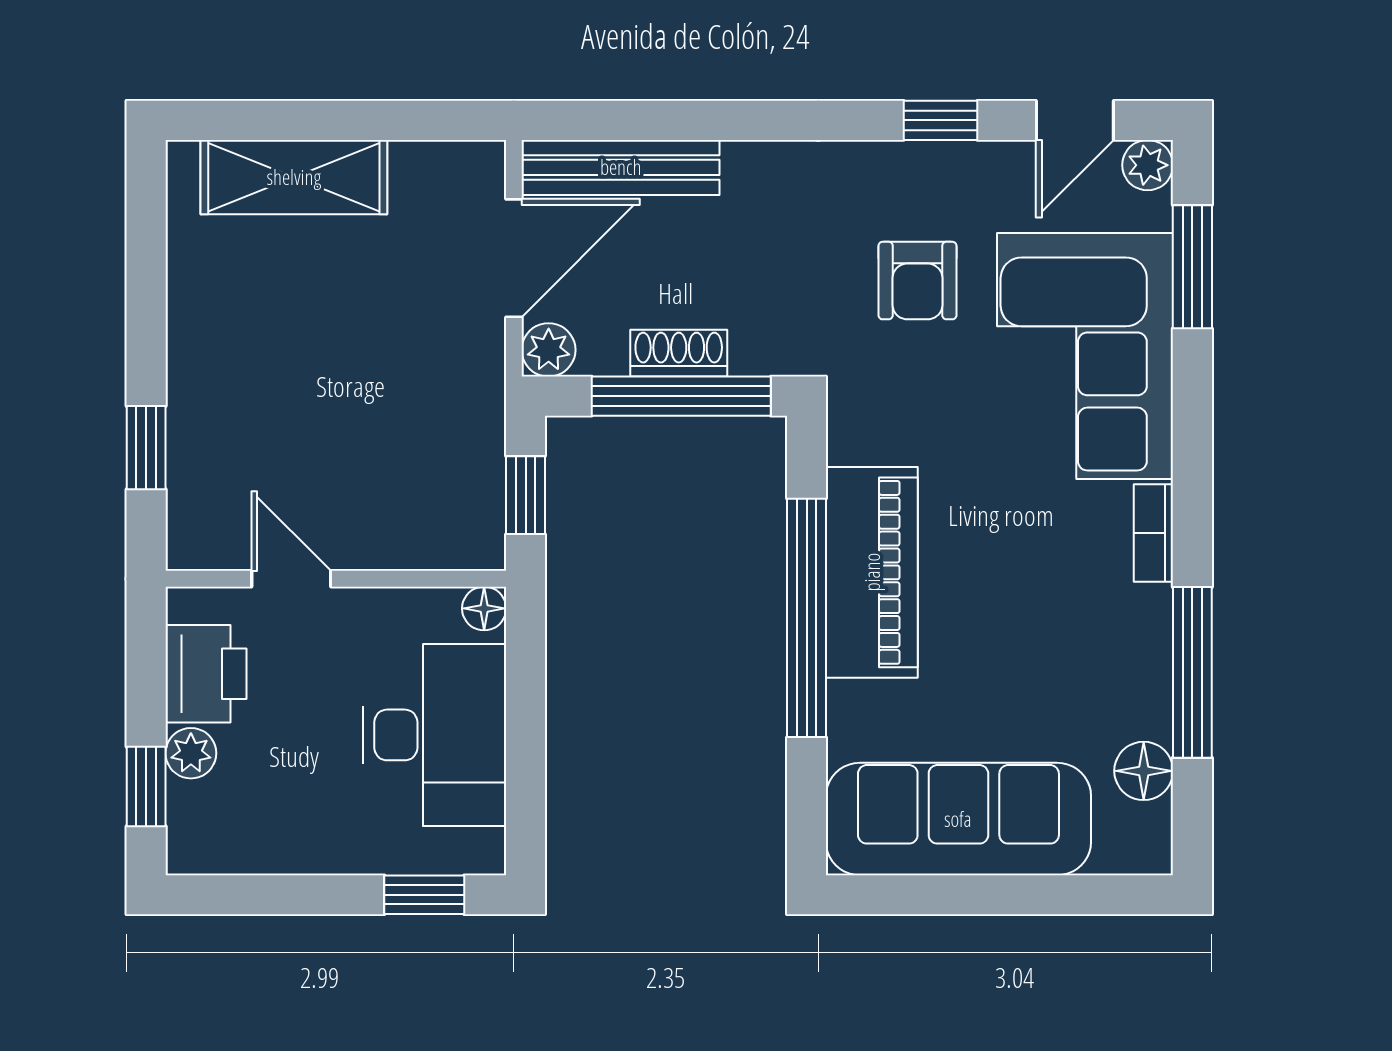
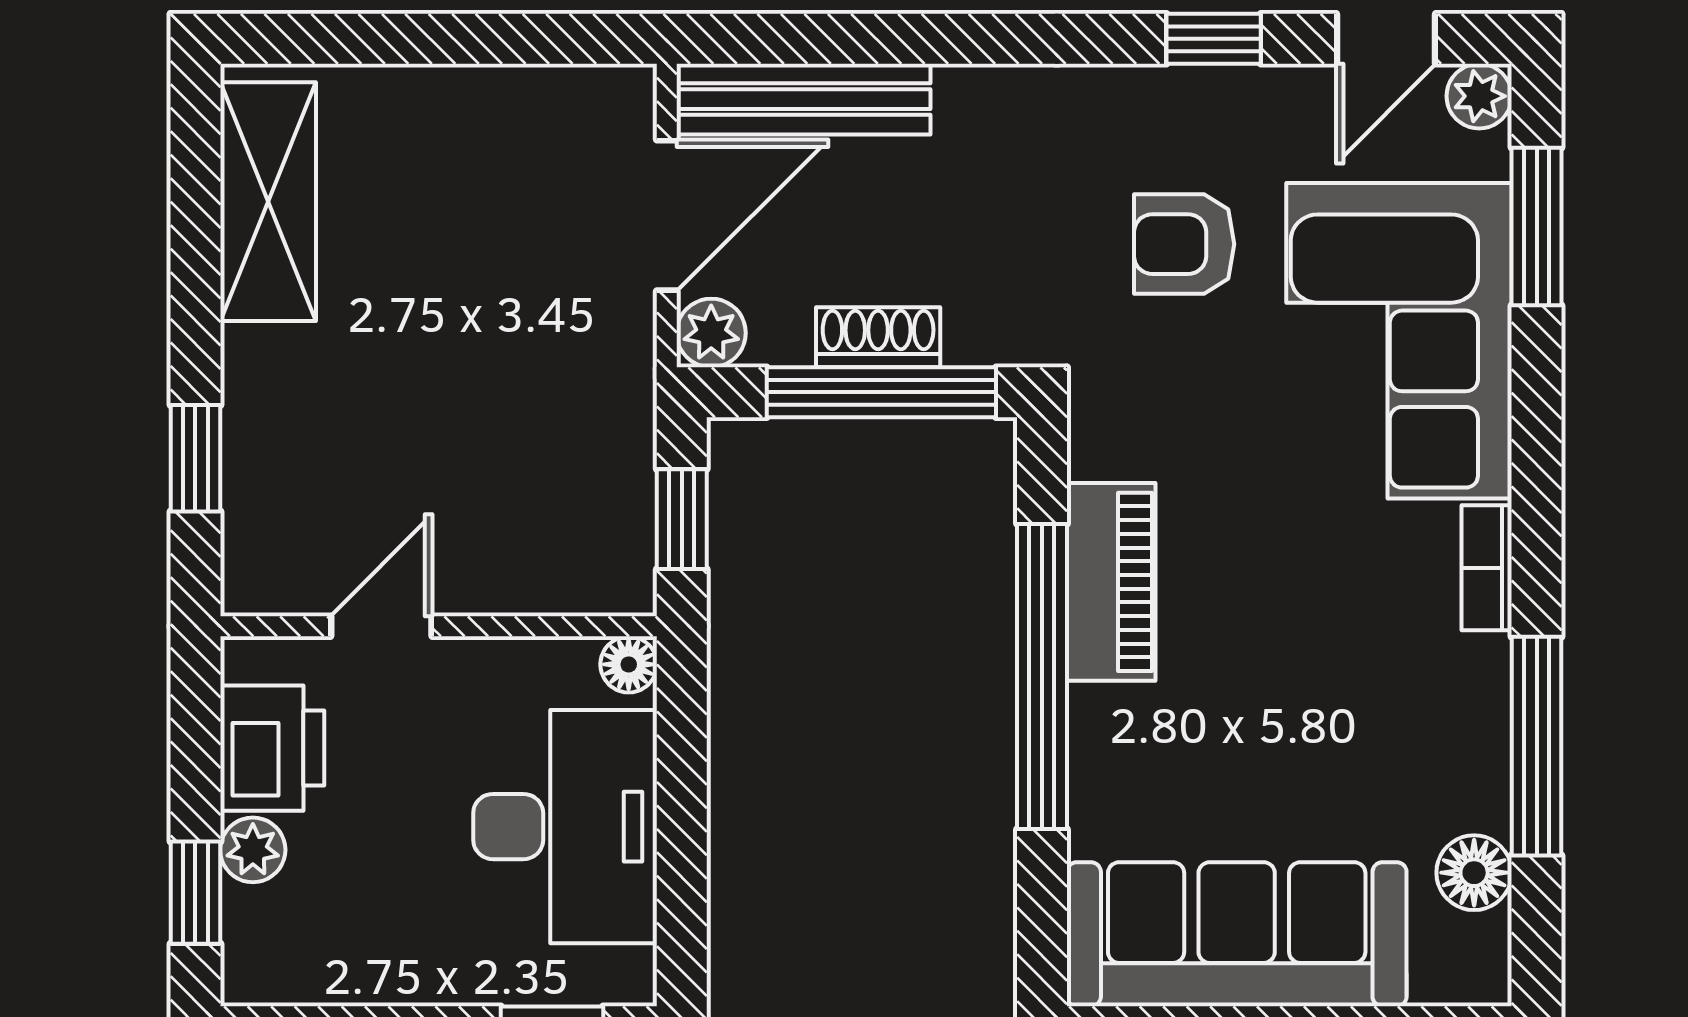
shelving: (294, 177) -> (268, 202), moved, turned 90
armchair: (917, 281) -> (1184, 244), turned 90
piano: (872, 572) -> (1111, 582), width x0.73, depth x0.75
door: (291, 579) -> (381, 626), hinge flipped

